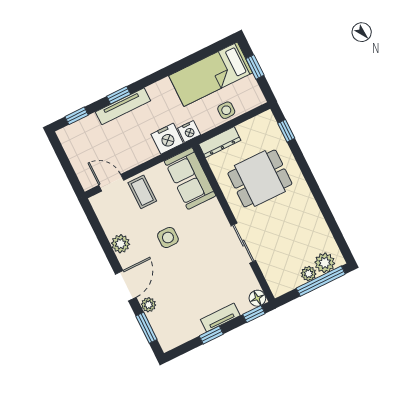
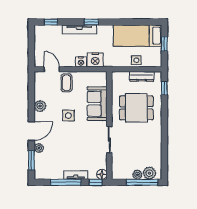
window: (119, 95) -> (91, 22), moved
nightstand: (189, 131) -> (81, 62), moved
dresser: (220, 142) -> (142, 76), moved
sofa: (190, 178) -> (97, 104), moved
window: (211, 335) -> (66, 182), width x2.17

